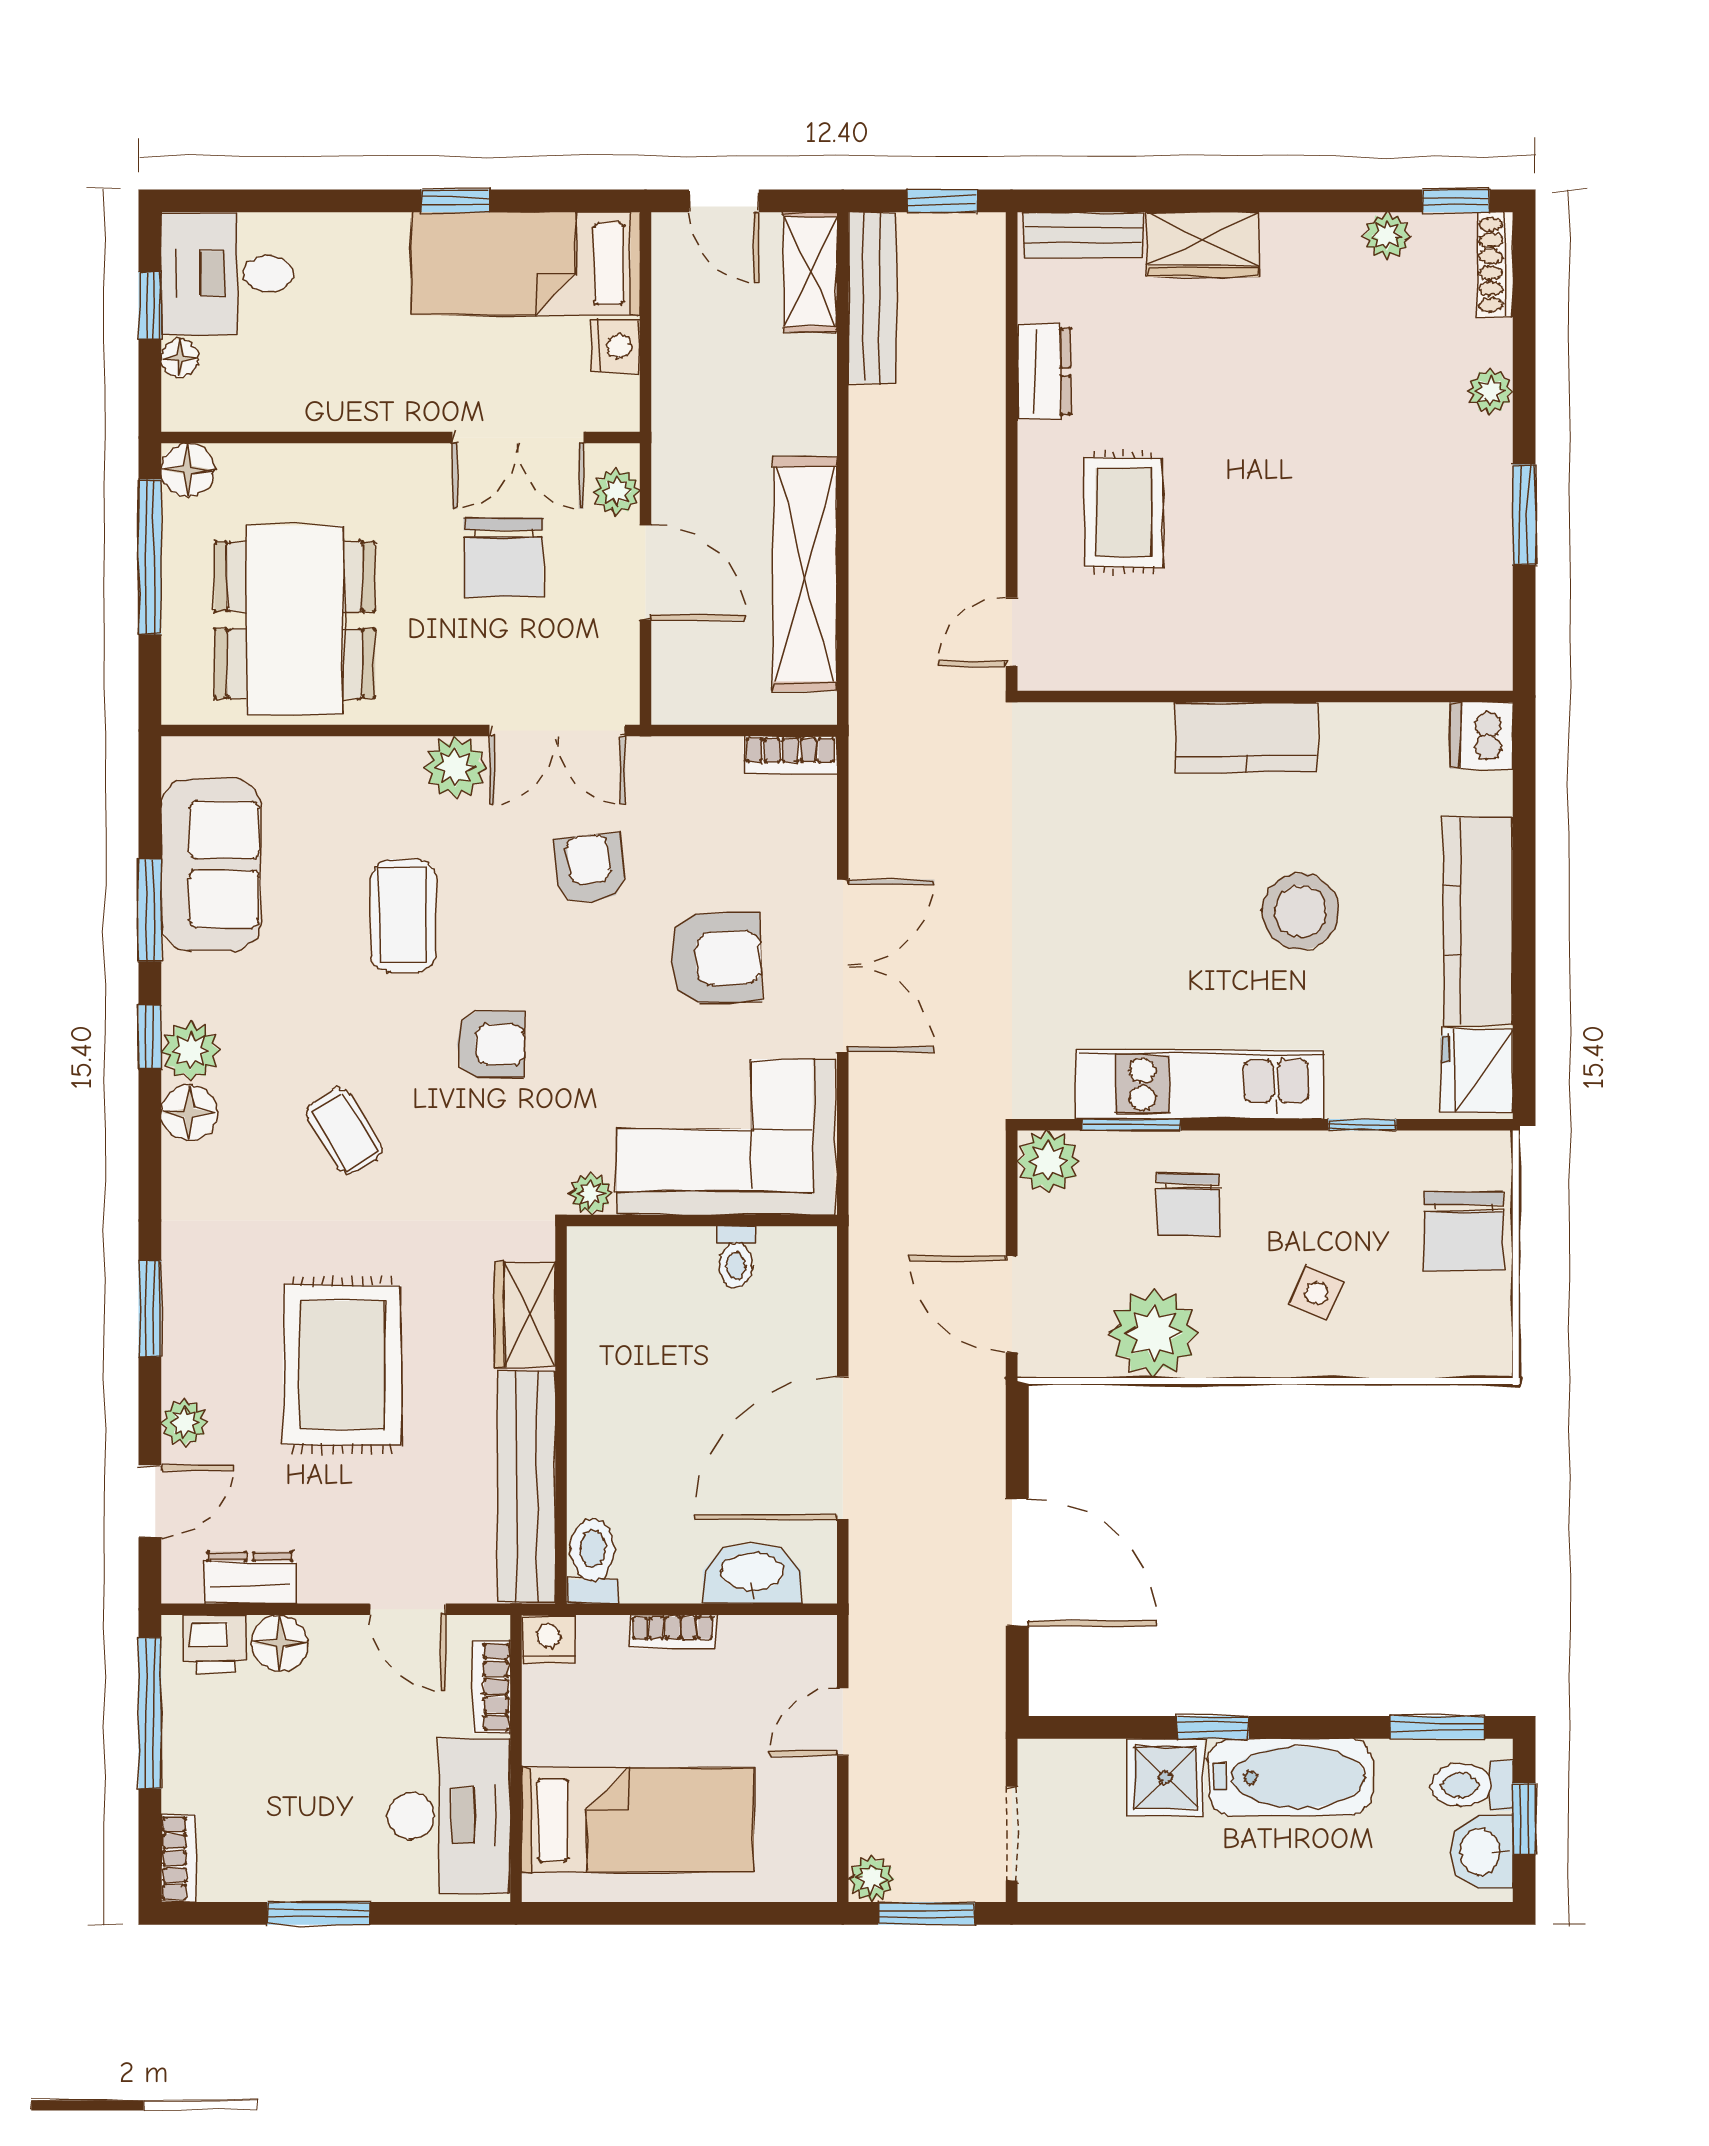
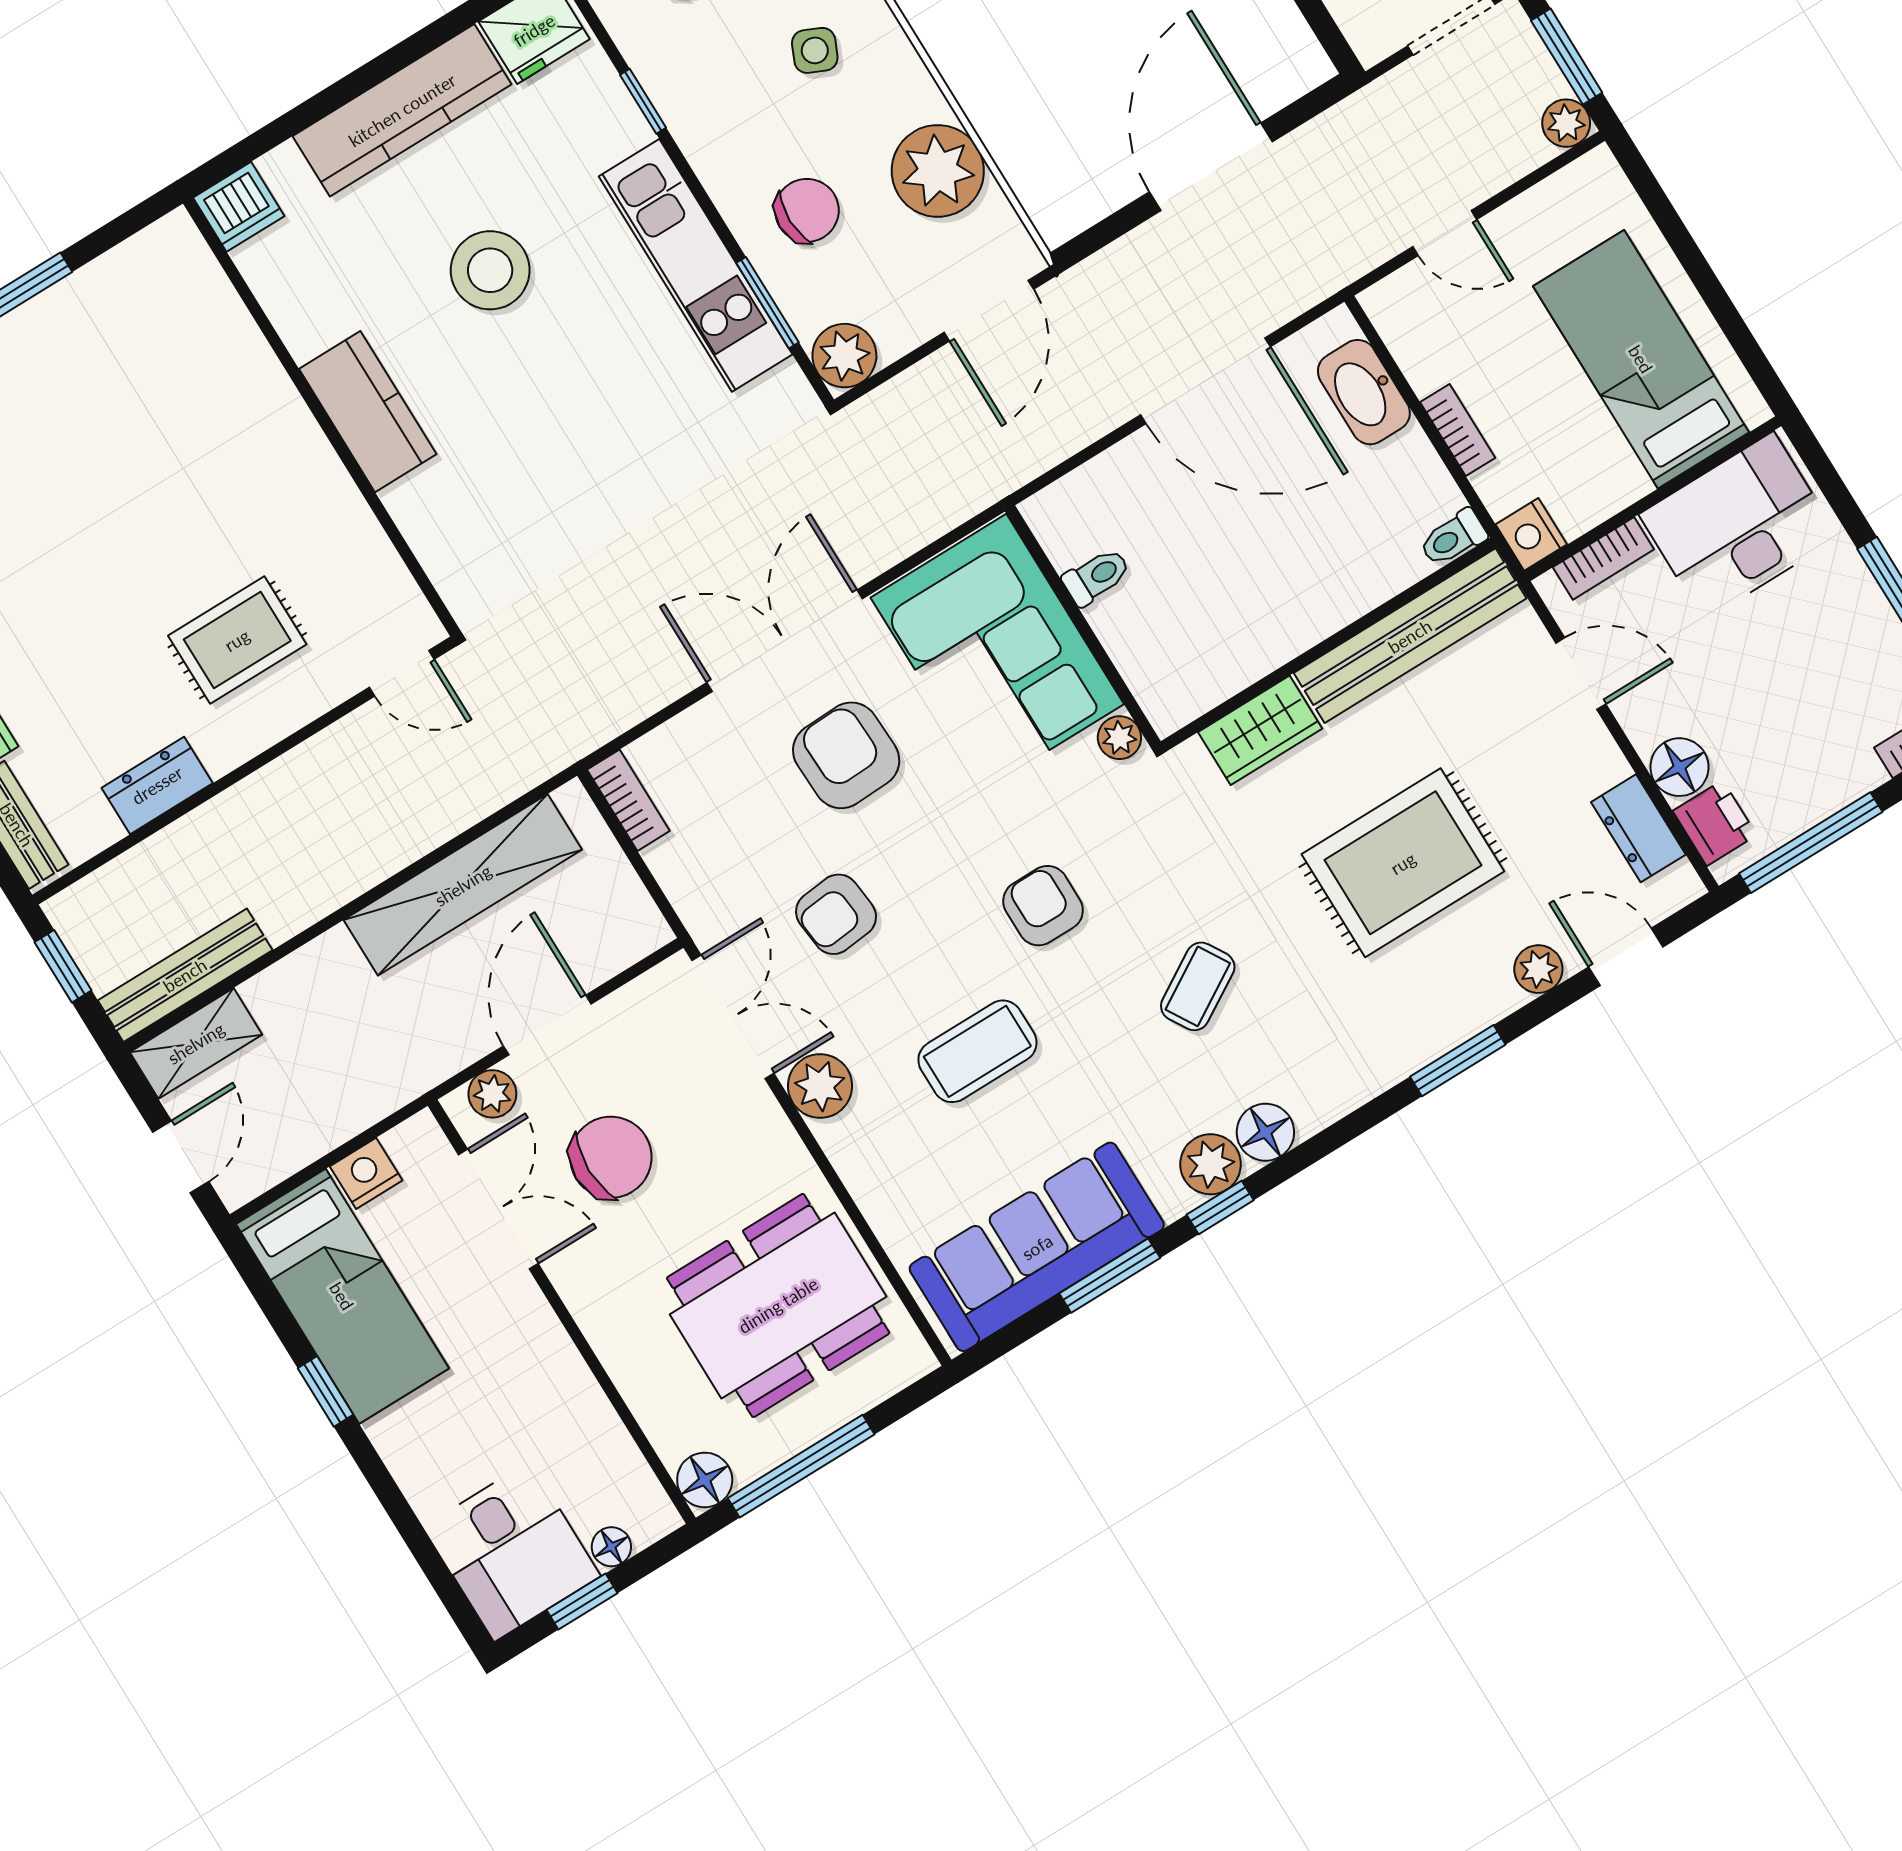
sofa: (211, 864) -> (1037, 1247), width x1.36
toilet: (593, 1561) -> (1453, 538), width x0.73, depth x0.72
door: (408, 1609) -> (1581, 674), hinge flipped

